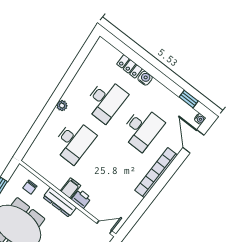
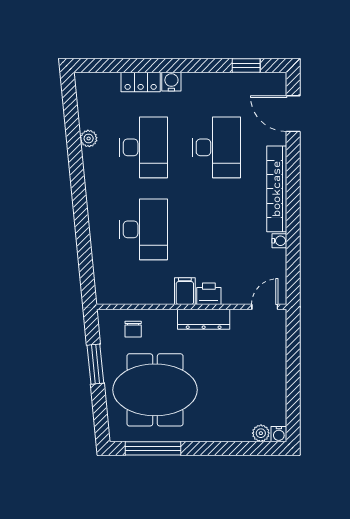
plant: (62, 106) -> (89, 138), moved
water cooler: (200, 119) -> (279, 241), moved
dresser: (60, 202) -> (204, 319), moved

